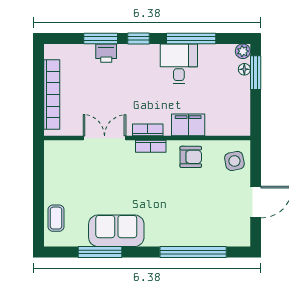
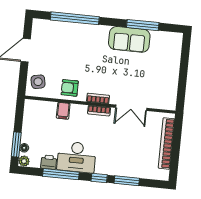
printer: (106, 53) -> (49, 162), moved
desk: (179, 64) -> (77, 157), width x1.37
filing cabinet: (188, 125) -> (63, 111), width x0.50
coffee table: (56, 218) -> (172, 53), removed

